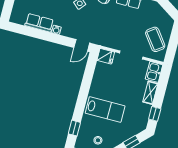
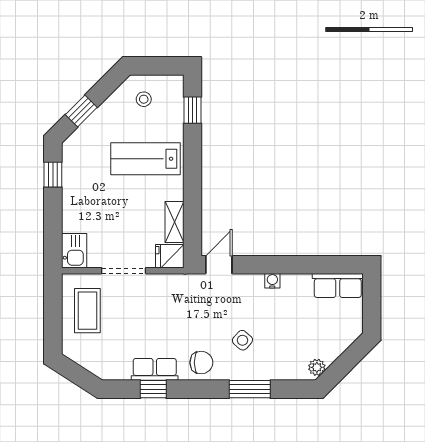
row of seats: (39, 23) -> (338, 285), moved
coffee table: (155, 39) -> (87, 311), turned 37
shelving: (150, 93) -> (175, 222), moved

